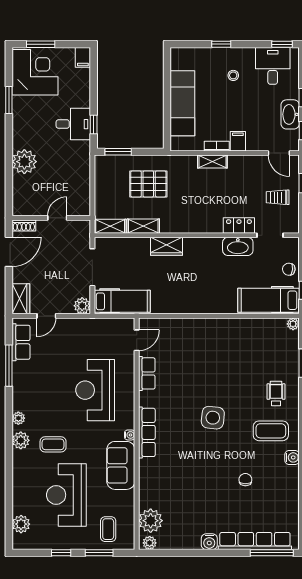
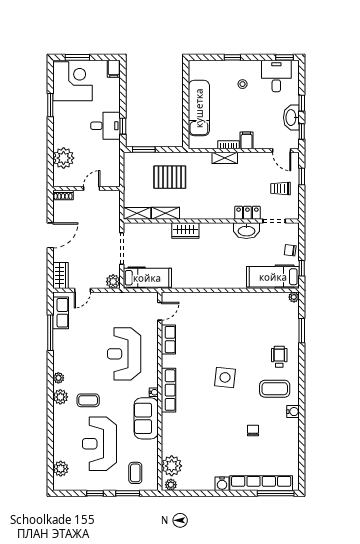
wall: (51, 218) -> (87, 189), moved
door: (57, 218) -> (92, 189), moved
shoe rack: (24, 225) -> (63, 195), moved

